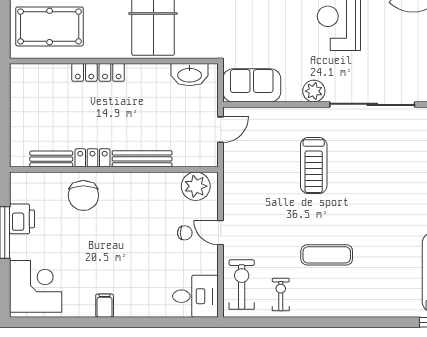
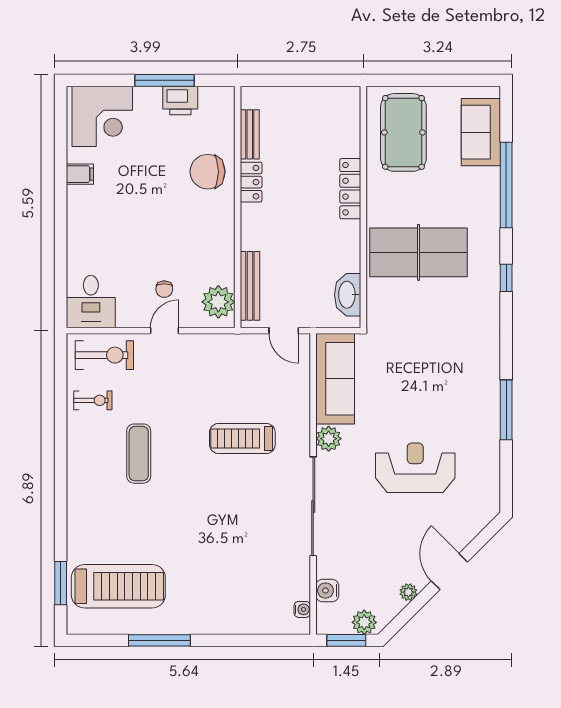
sofa: (252, 85) -> (335, 379), width x1.36
bench: (142, 159) -> (250, 286), moved
filing cabinet: (105, 306) -> (80, 174), moved

